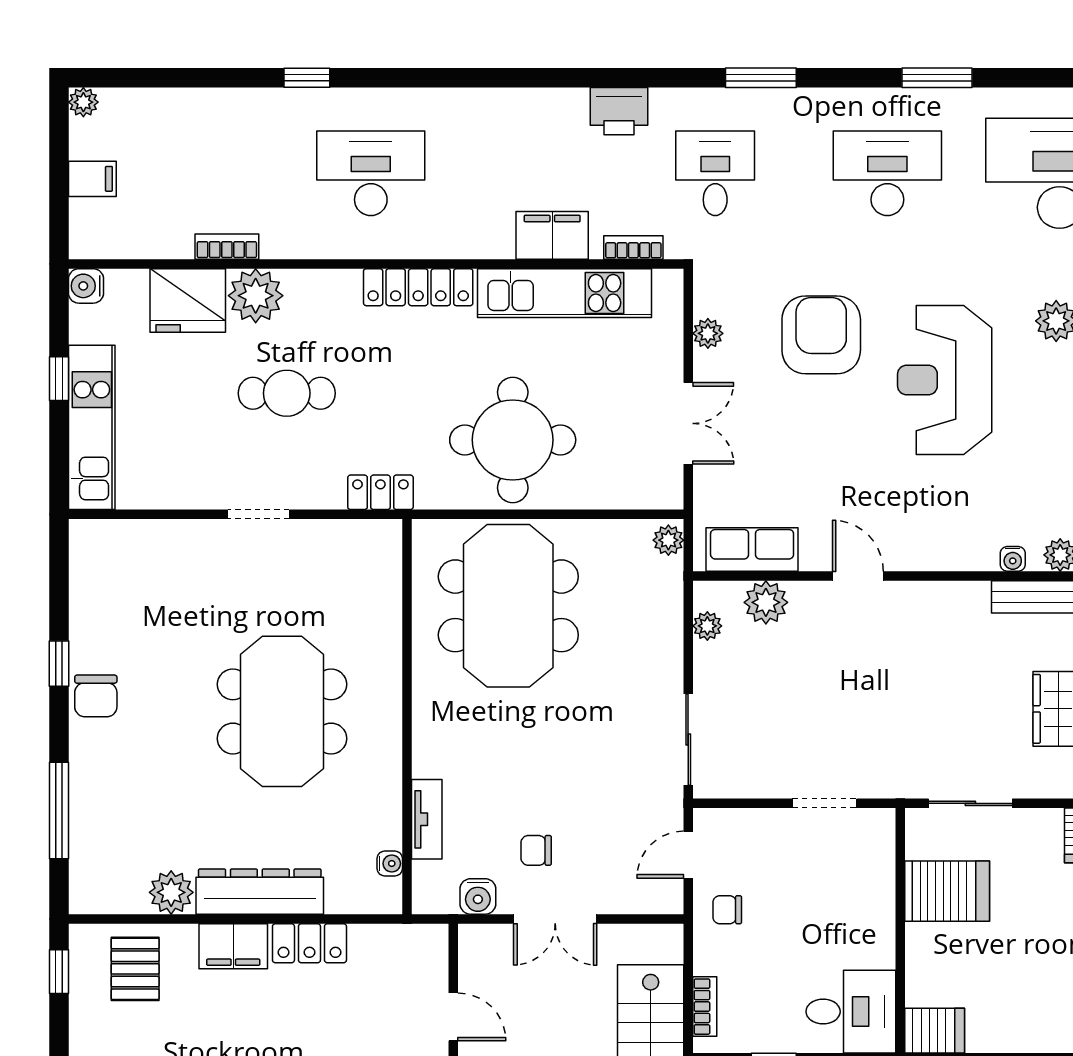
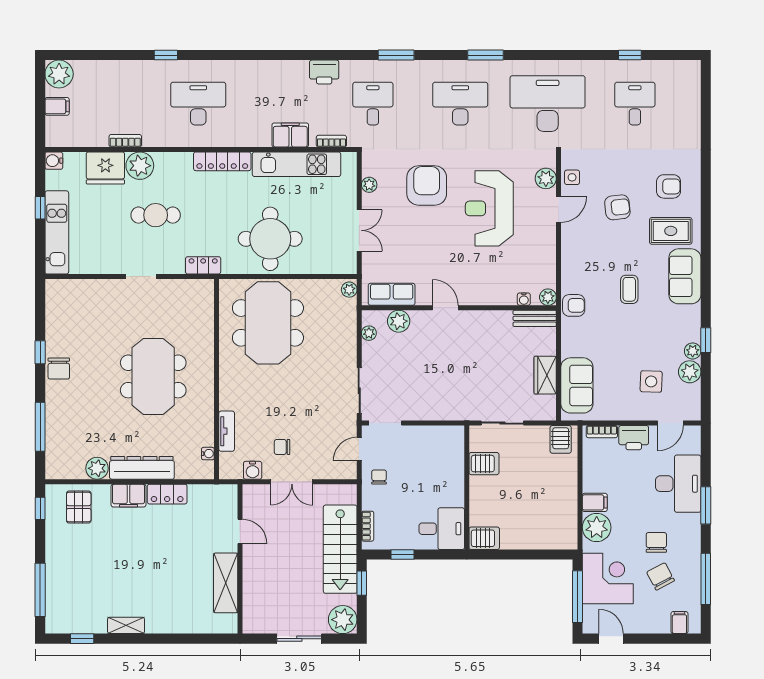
plant: (83, 102) -> (59, 74), width x1.88, depth x1.88
doorway: (825, 803) -> (385, 423), moved
server rack: (947, 891) -> (484, 464), width x0.73, depth x0.70
chair: (727, 910) -> (379, 477), turned 90

